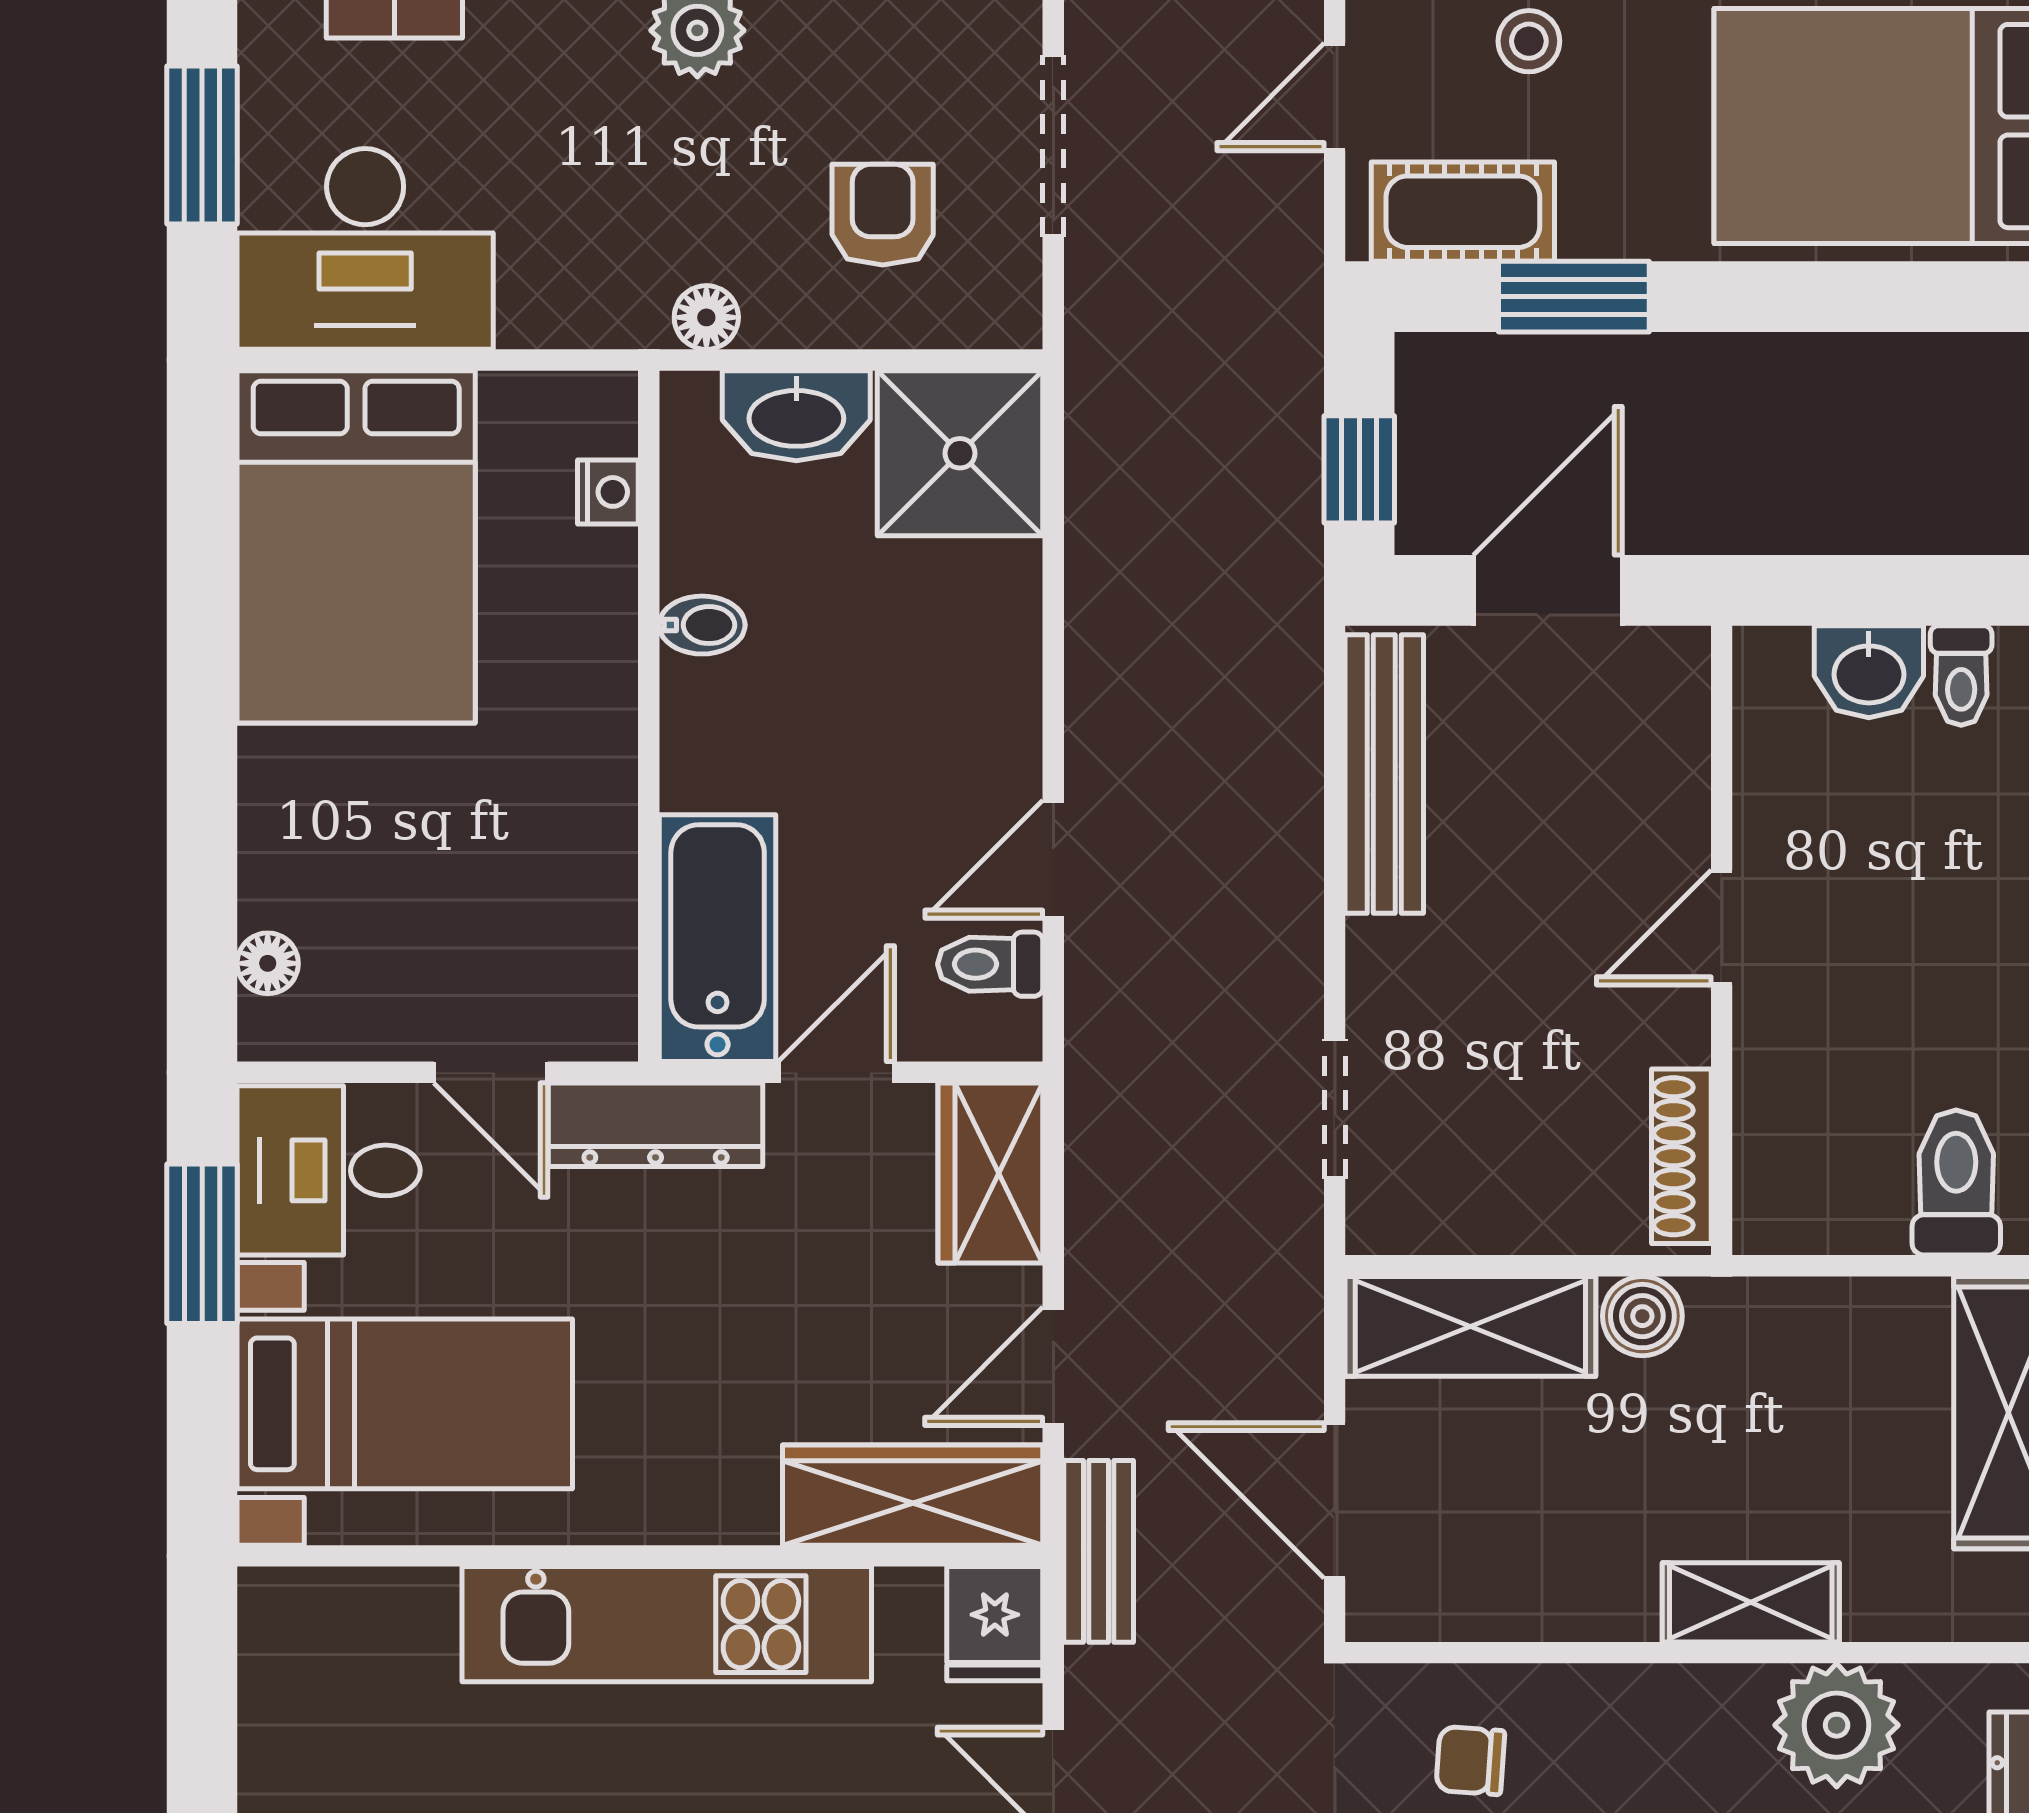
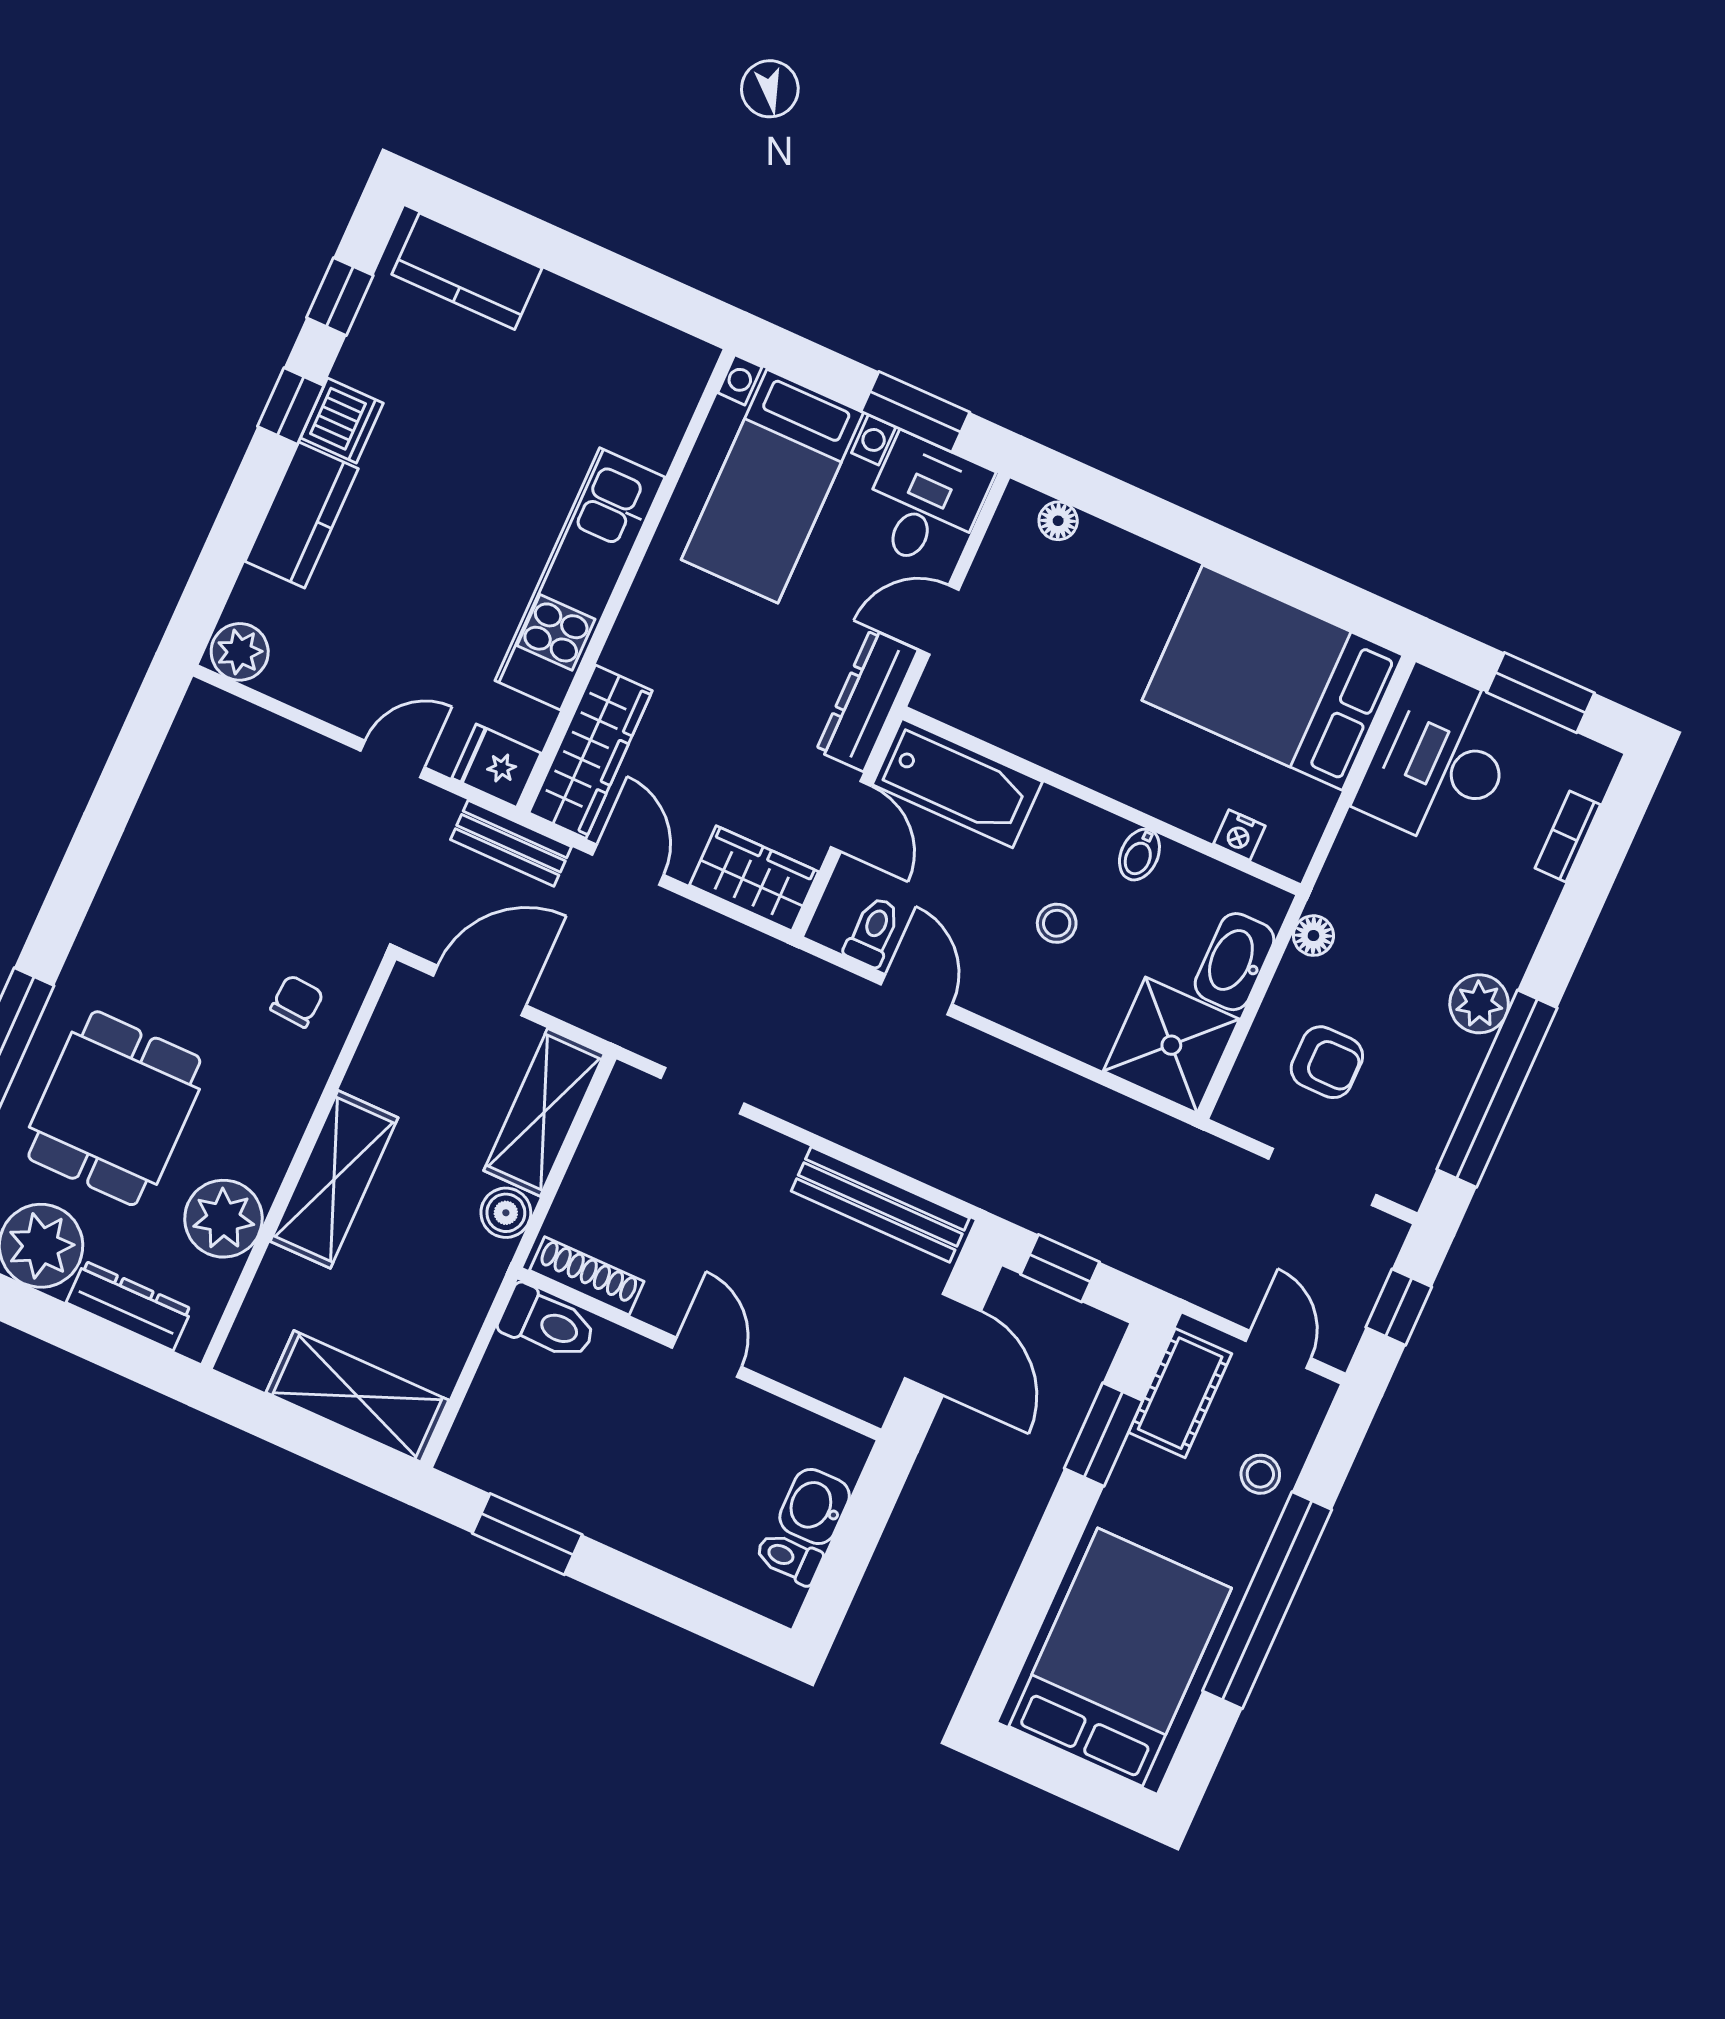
stool: (857, 701) -> (1057, 923), added
toilet: (1956, 1183) -> (548, 1323), moved
shelving: (1751, 1602) -> (334, 1179), width x1.50, depth x1.33

